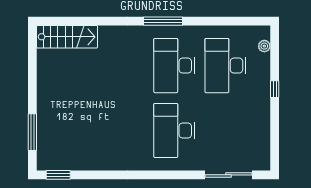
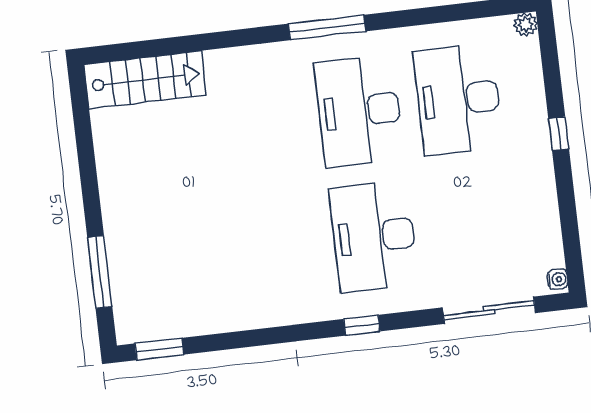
plant: (264, 46) -> (525, 24), moved
water cooler: (265, 163) -> (557, 279), added
window: (163, 175) -> (362, 325), added

